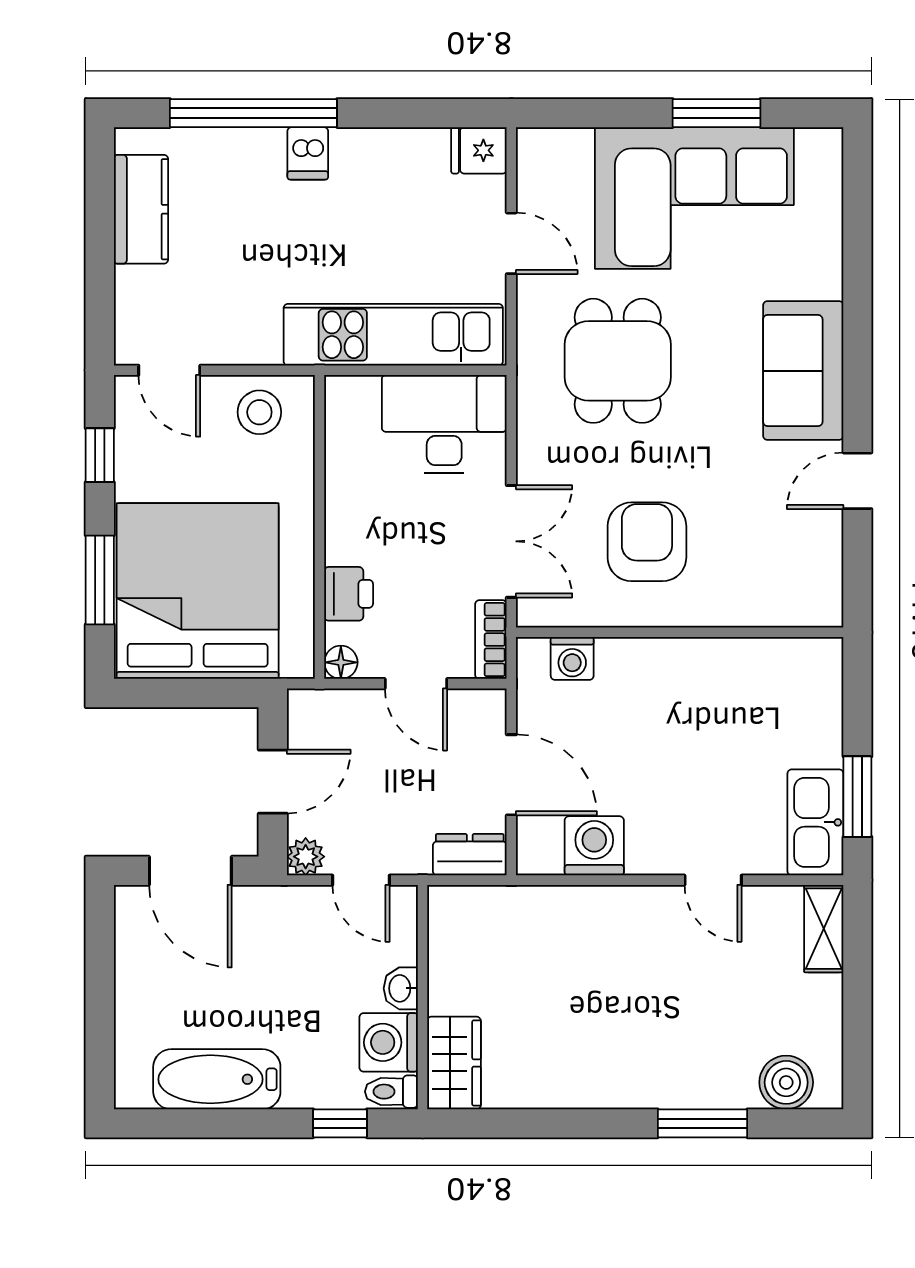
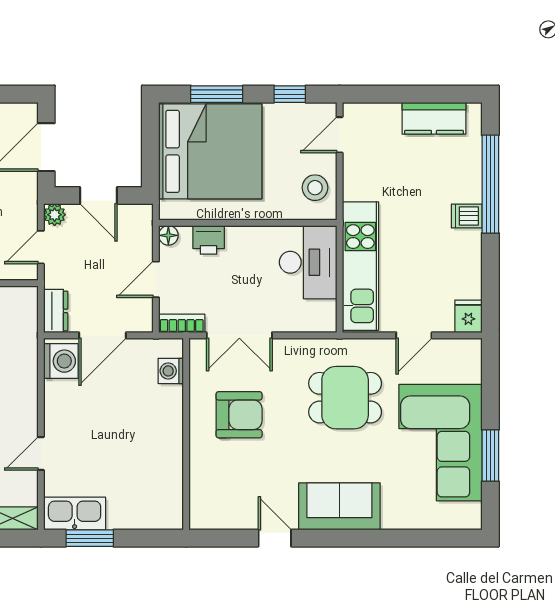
desk: (444, 424) -> (308, 262), moved
washing machine: (594, 846) -> (61, 361), moved

